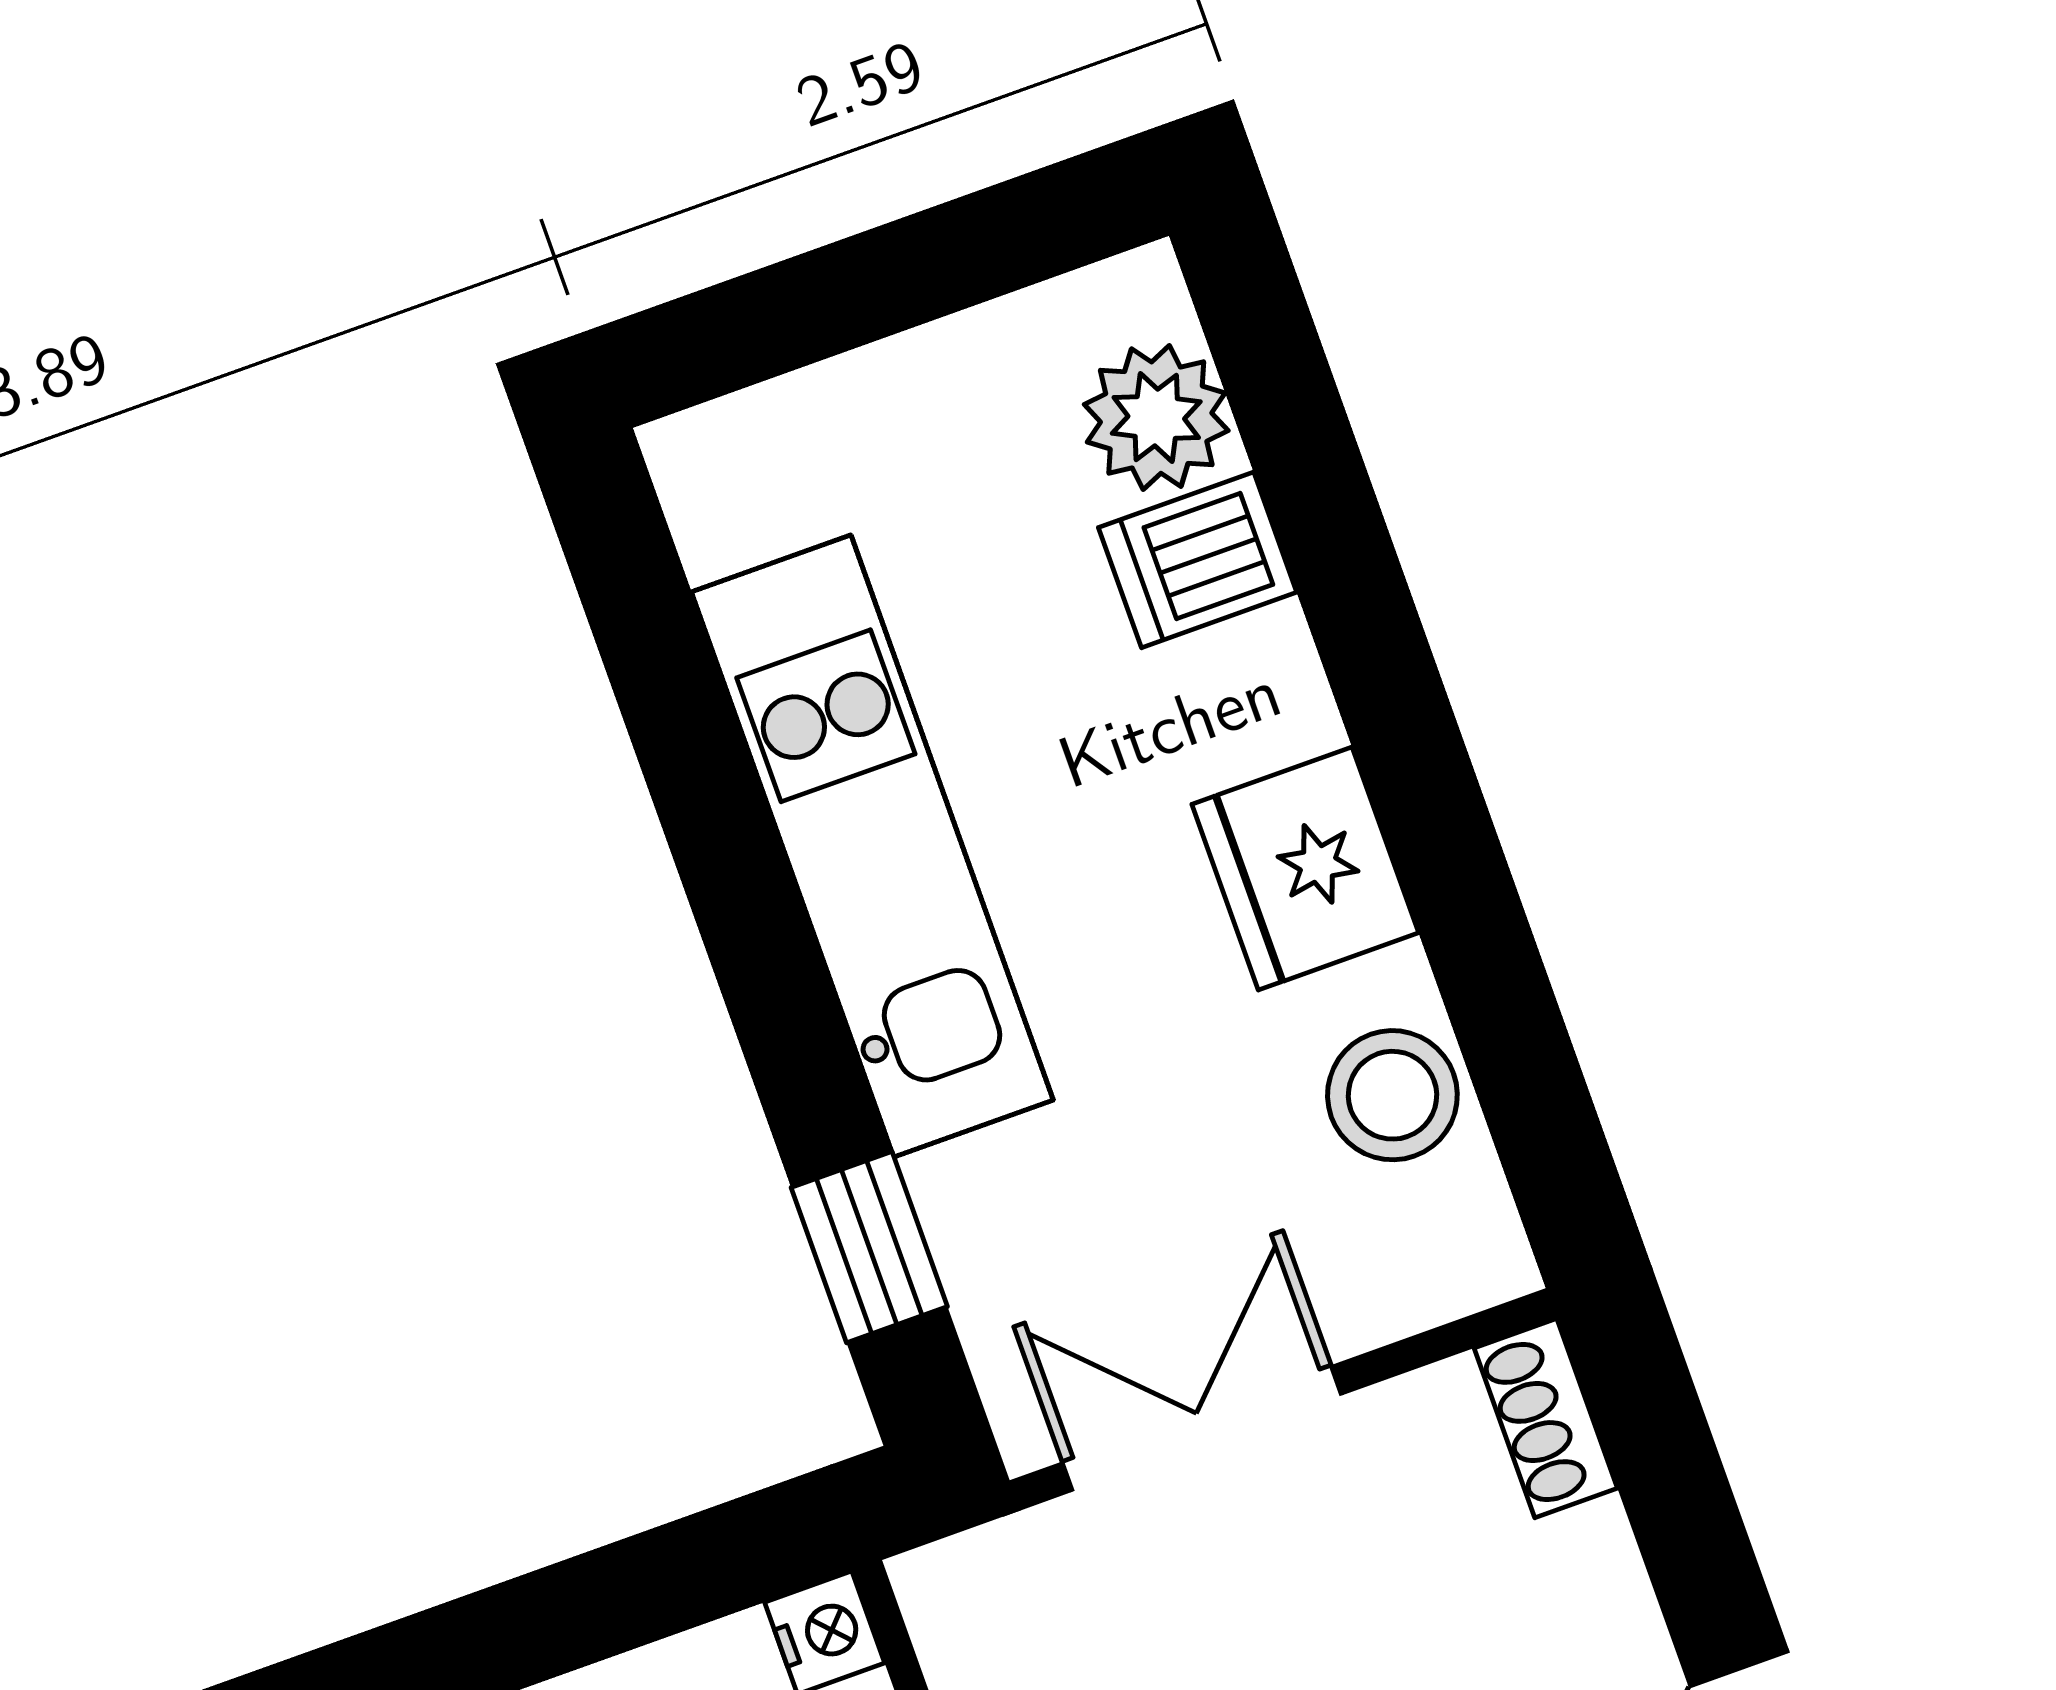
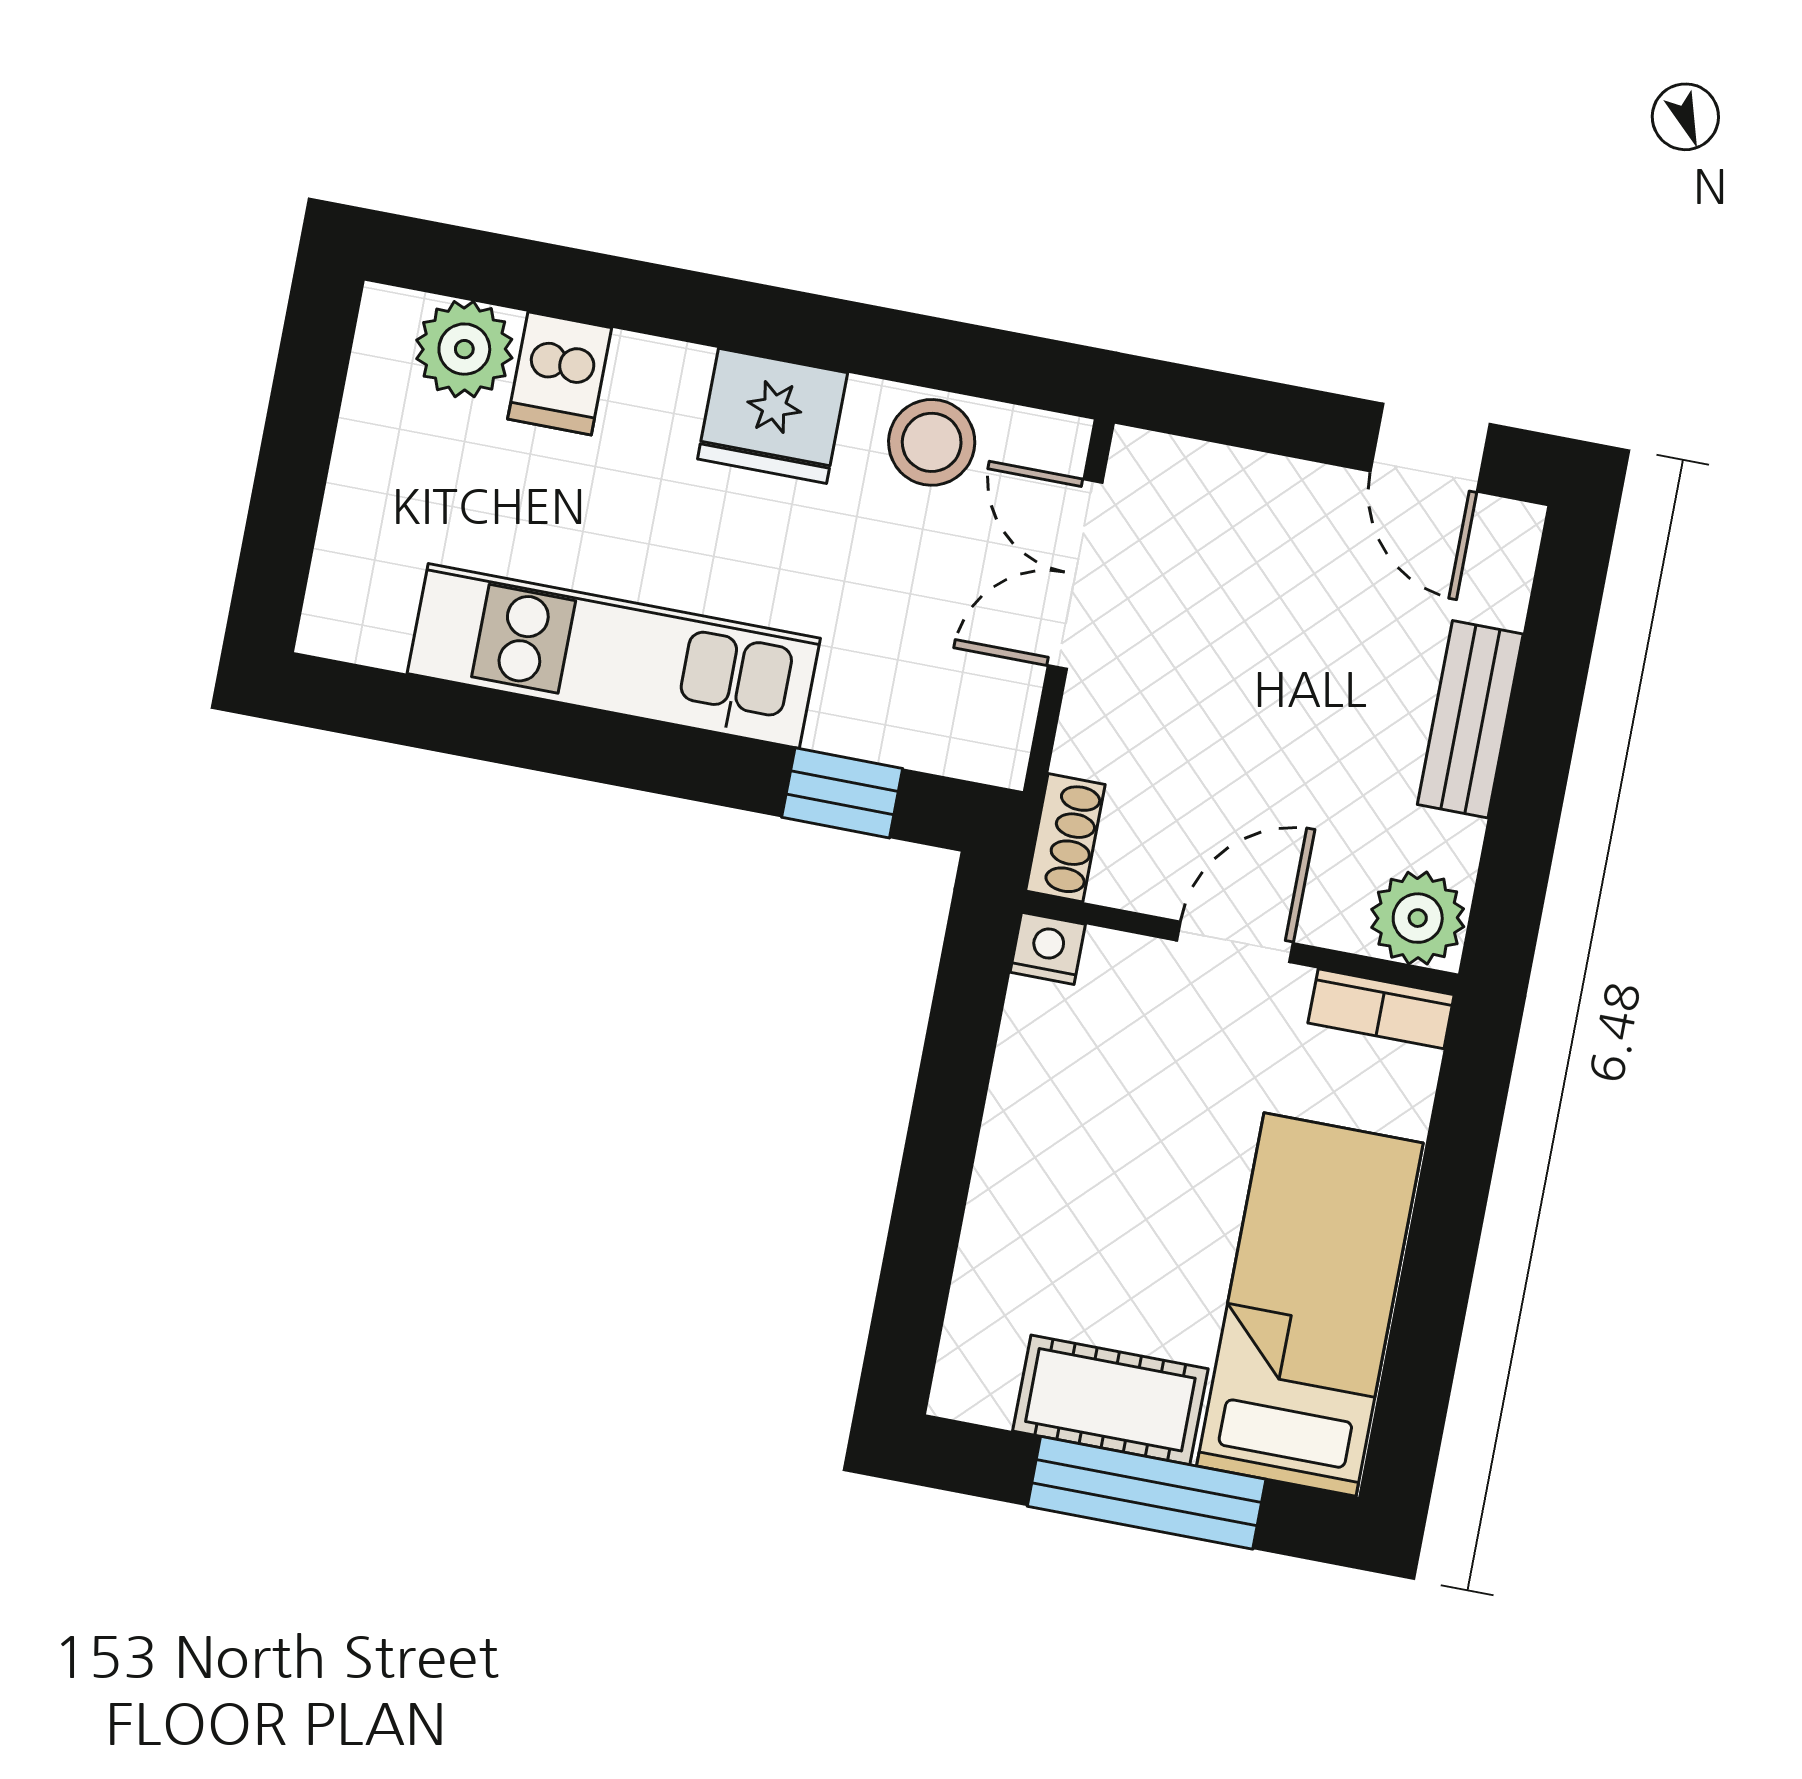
shoe rack: (1546, 1418) -> (1065, 838), moved, turned -90
double door: (1202, 1428) -> (1075, 574), moved

